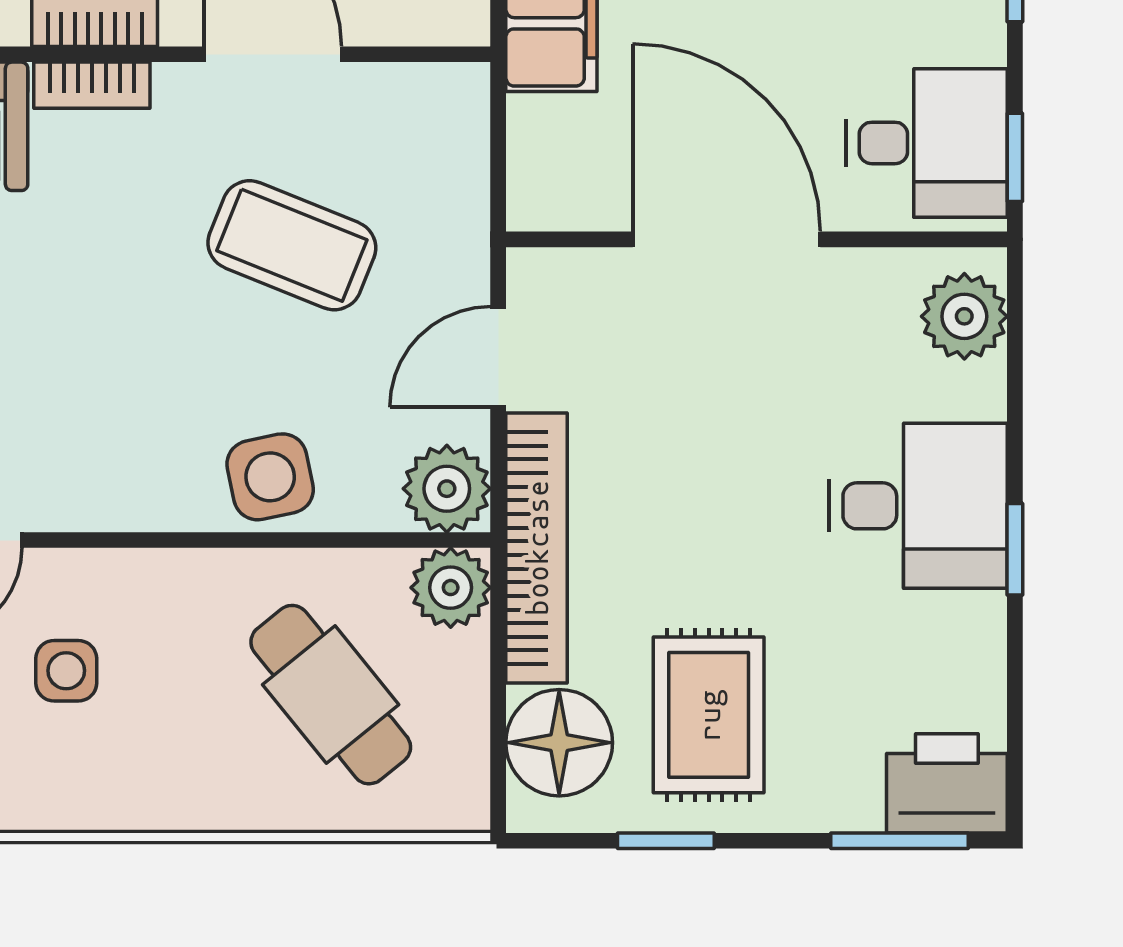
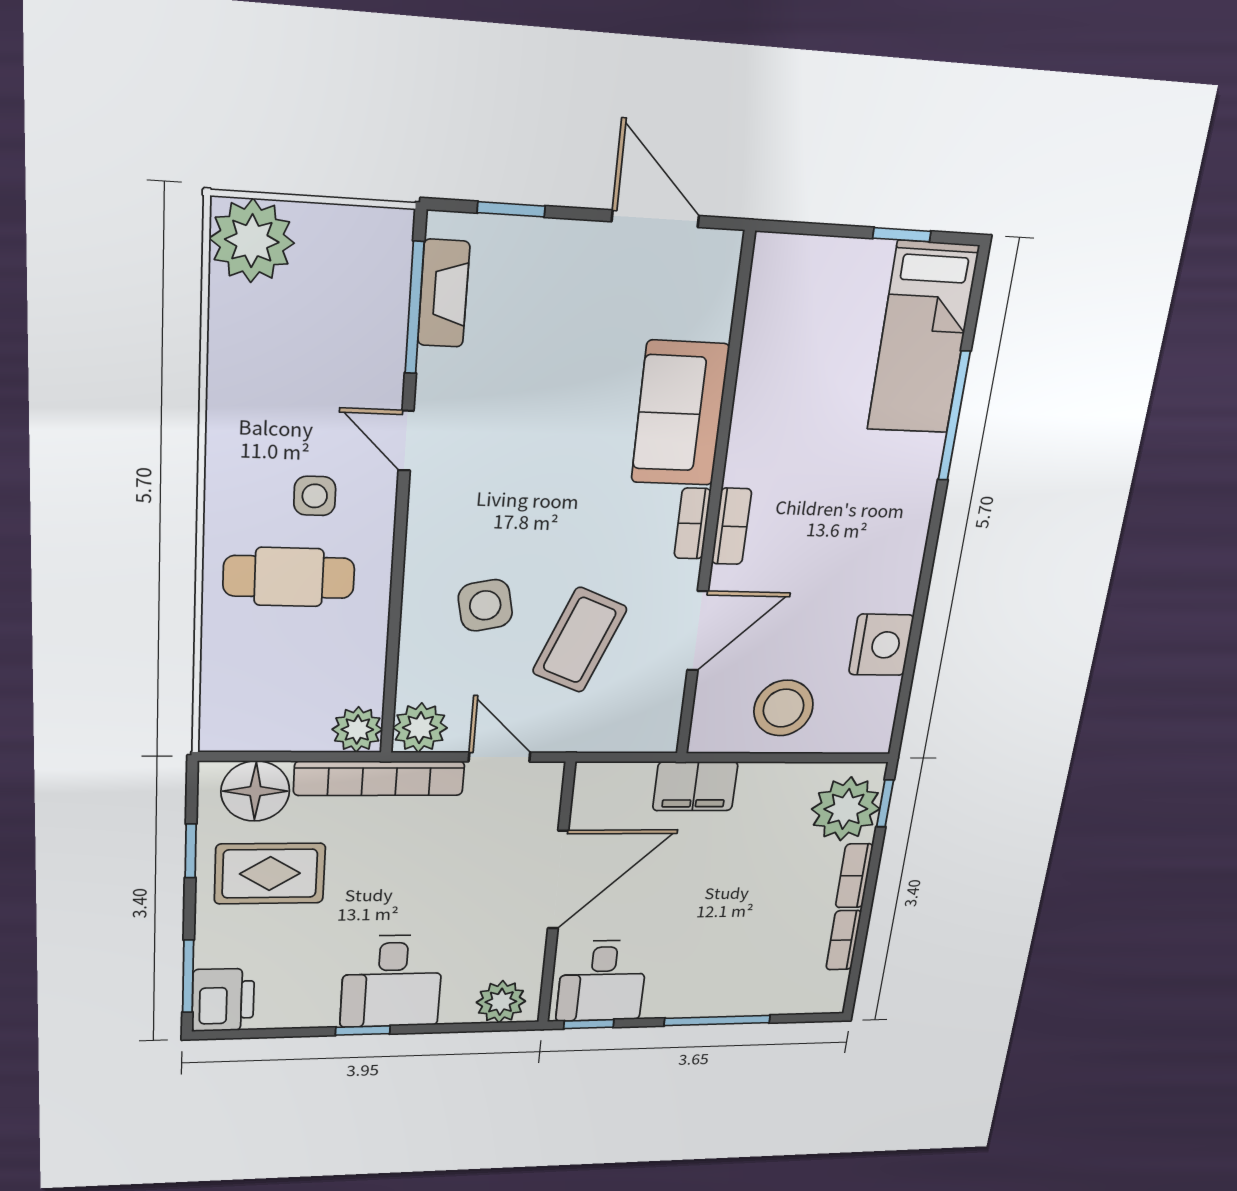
side table: (270, 477) -> (485, 605), moved
cafe table: (331, 695) -> (289, 577), moved, turned 39

